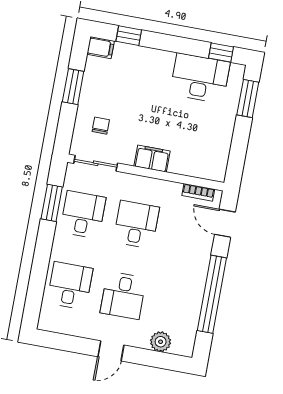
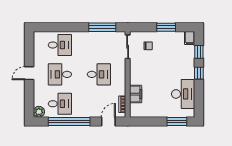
window: (221, 53) -> (199, 73), moved
filing cabinet: (152, 159) -> (136, 94), moved
window: (52, 203) -> (102, 27), width x1.44
desk: (83, 215) -> (60, 104), moved
plant: (161, 342) -> (39, 112), moved
door: (111, 351) -> (29, 73), hinge flipped

